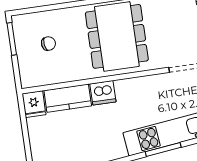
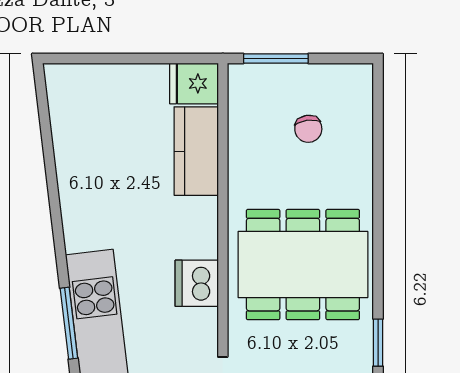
window: (12, 39) -> (276, 59), moved
dishwasher: (103, 93) -> (197, 283), moved

